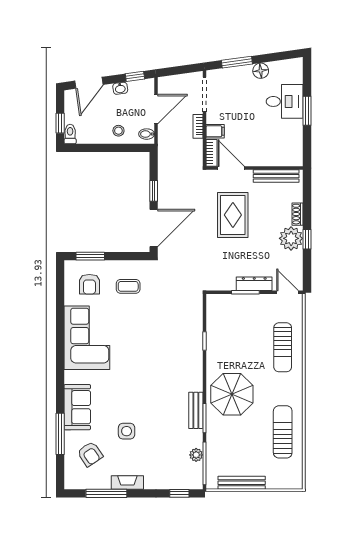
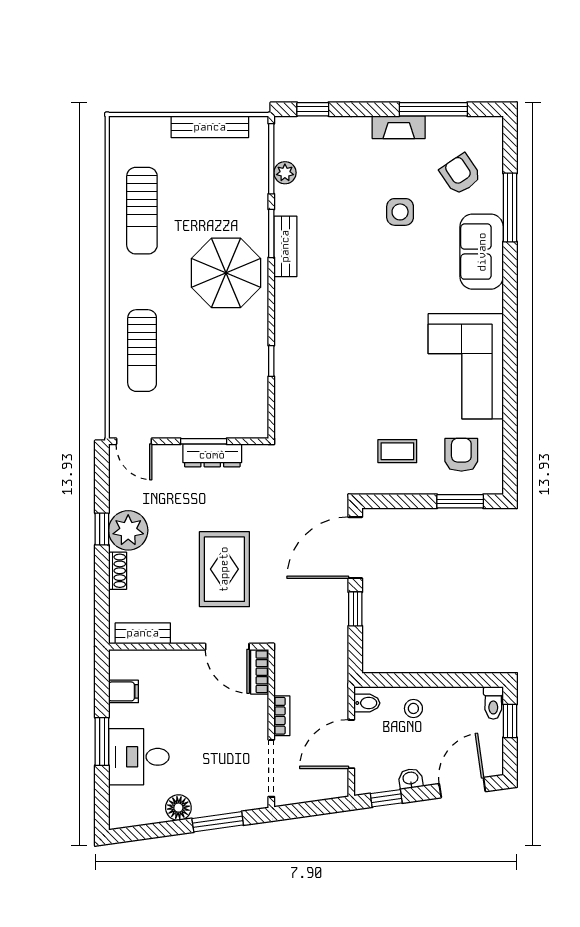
filing cabinet: (215, 131) -> (124, 691), moved, turned 180
bench: (276, 176) -> (143, 633), width x0.73
dresser: (254, 284) -> (212, 455), moved
sun lounger: (283, 347) -> (142, 351), turned 180

